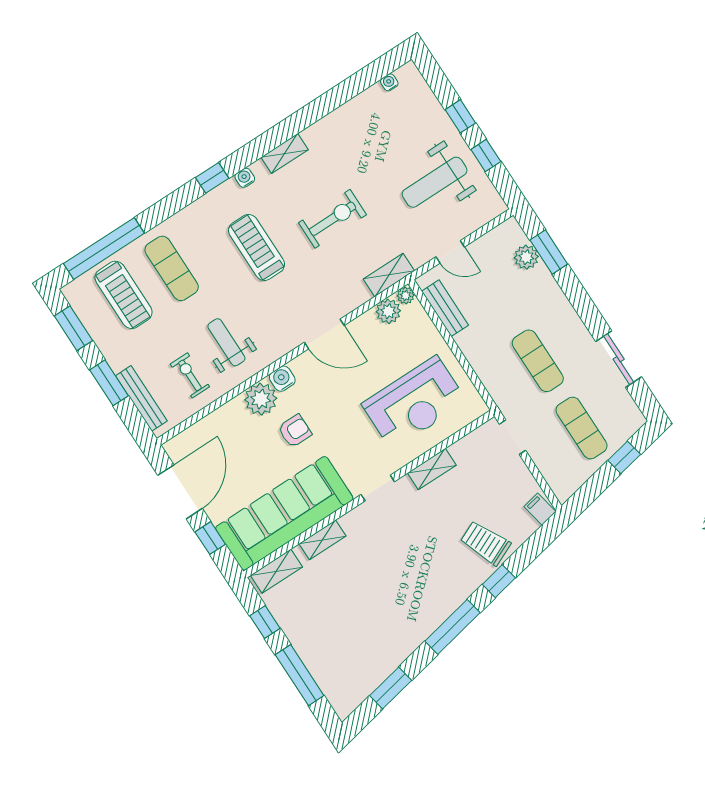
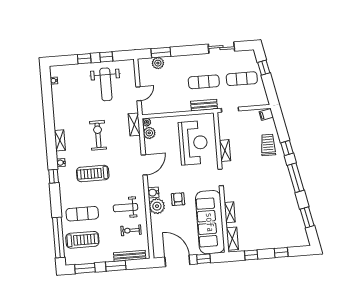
bench: (445, 308) -> (204, 105), moved
trolley: (485, 543) -> (268, 145), turned 114
window: (300, 675) -> (281, 253), width x0.46

